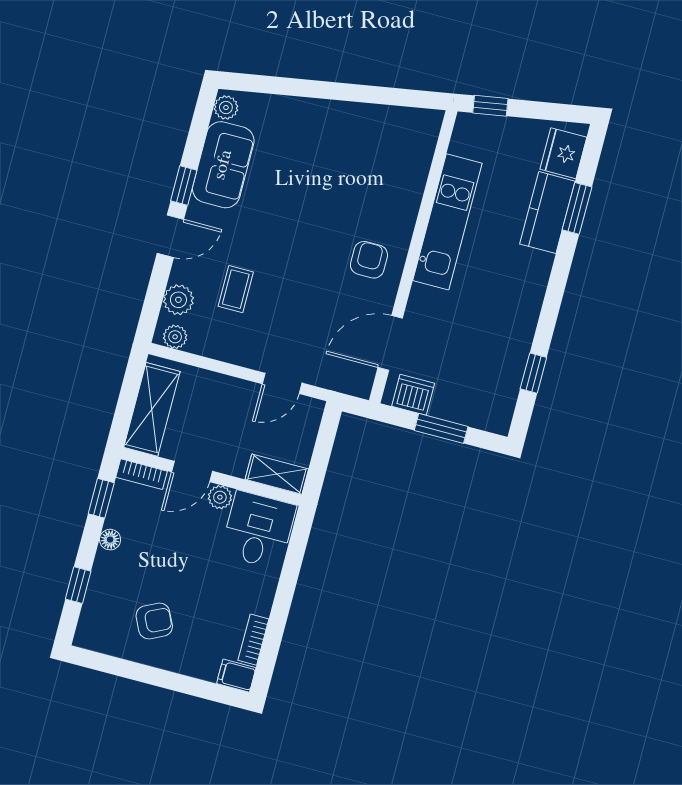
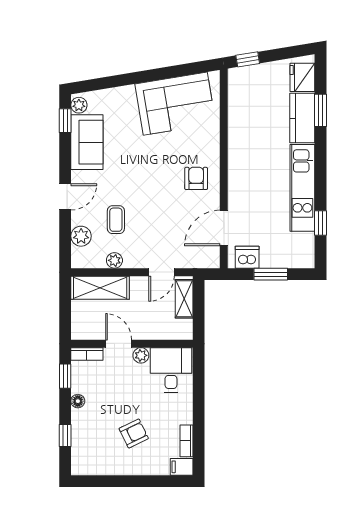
corner sofa: (367, 143) -> (175, 104), added
window: (184, 185) -> (65, 121), moved
kitchen unit: (447, 222) -> (302, 188), moved, turned 180
plant: (175, 337) -> (114, 260), moved
shelving: (152, 409) -> (100, 288), moved, turned 90
door: (192, 471) -> (119, 344), swing flipped
shelving: (277, 474) -> (184, 299), moved, turned 90
armchair: (154, 621) -> (134, 433), moved

